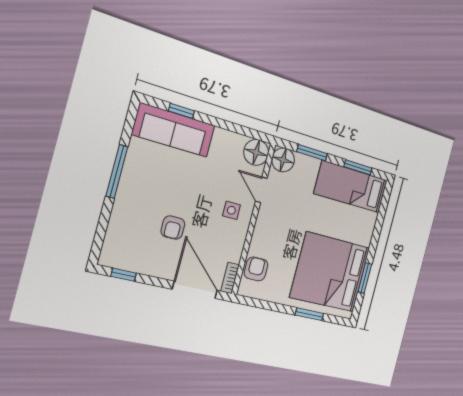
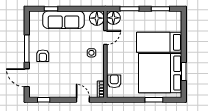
sofa: (174, 130) -> (64, 20), moved
bed: (351, 187) -> (159, 42), moved
door: (261, 190) -> (105, 37), swing flipped
door: (102, 226) -> (27, 78), added
armchair: (173, 228) -> (43, 56), moved
door: (195, 290) -> (83, 100), width x0.53

